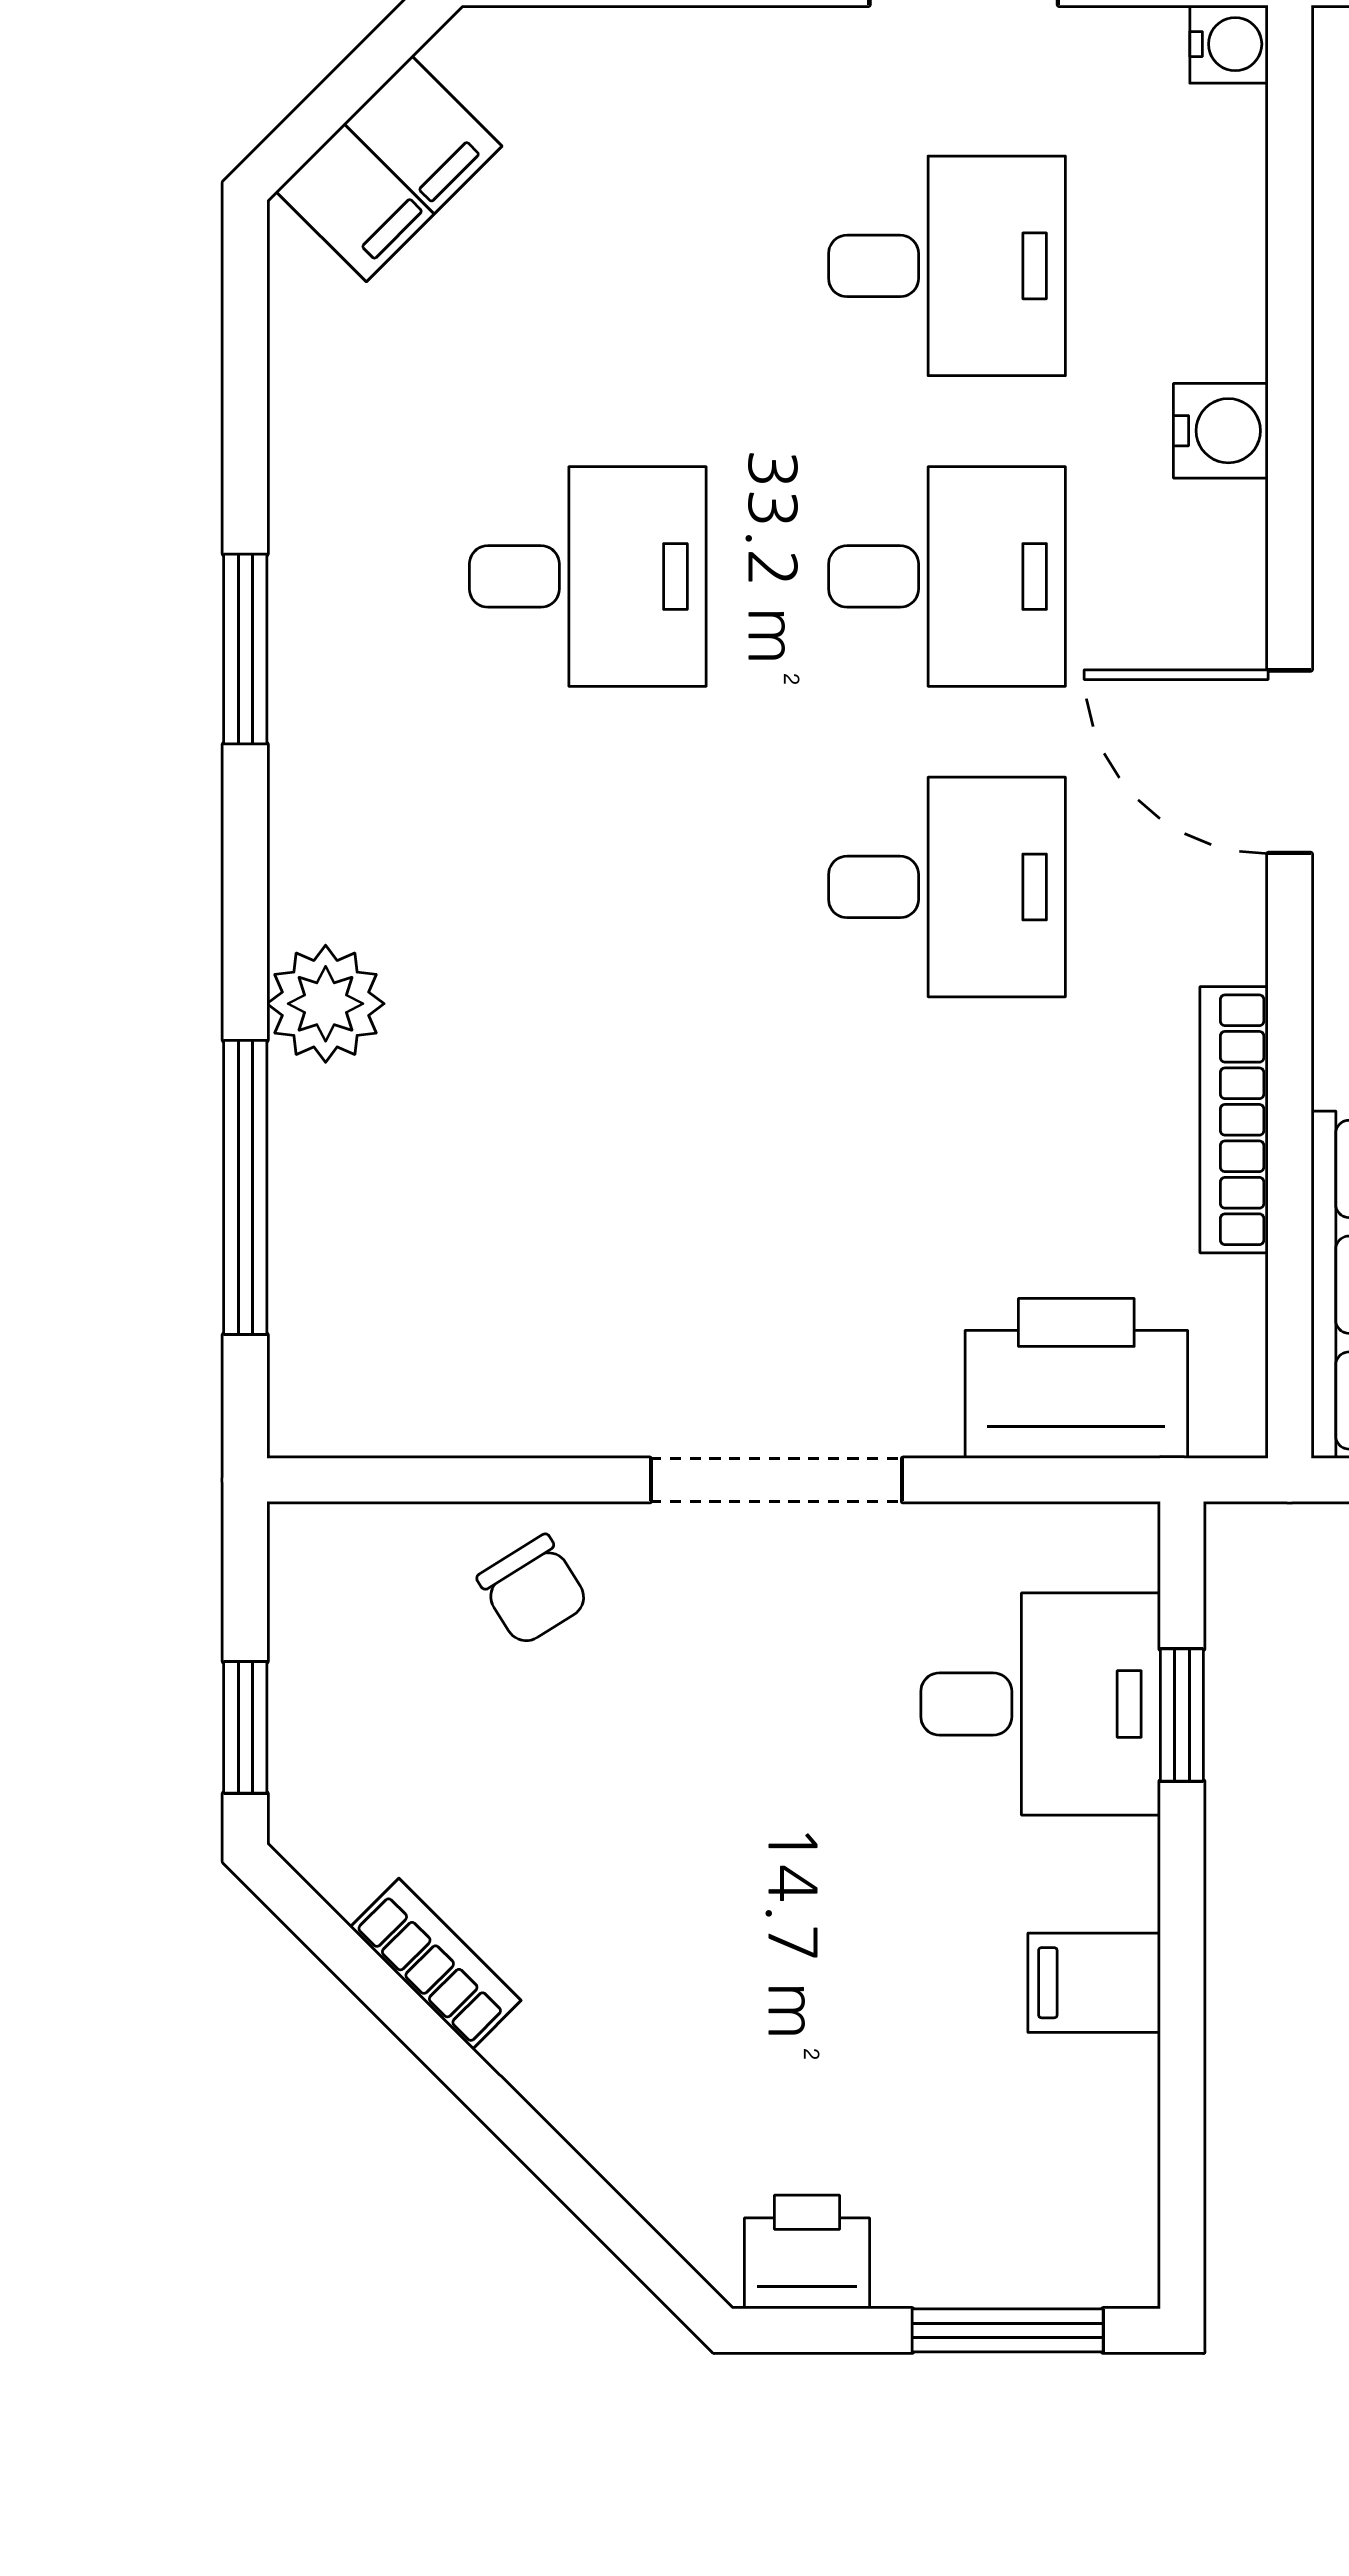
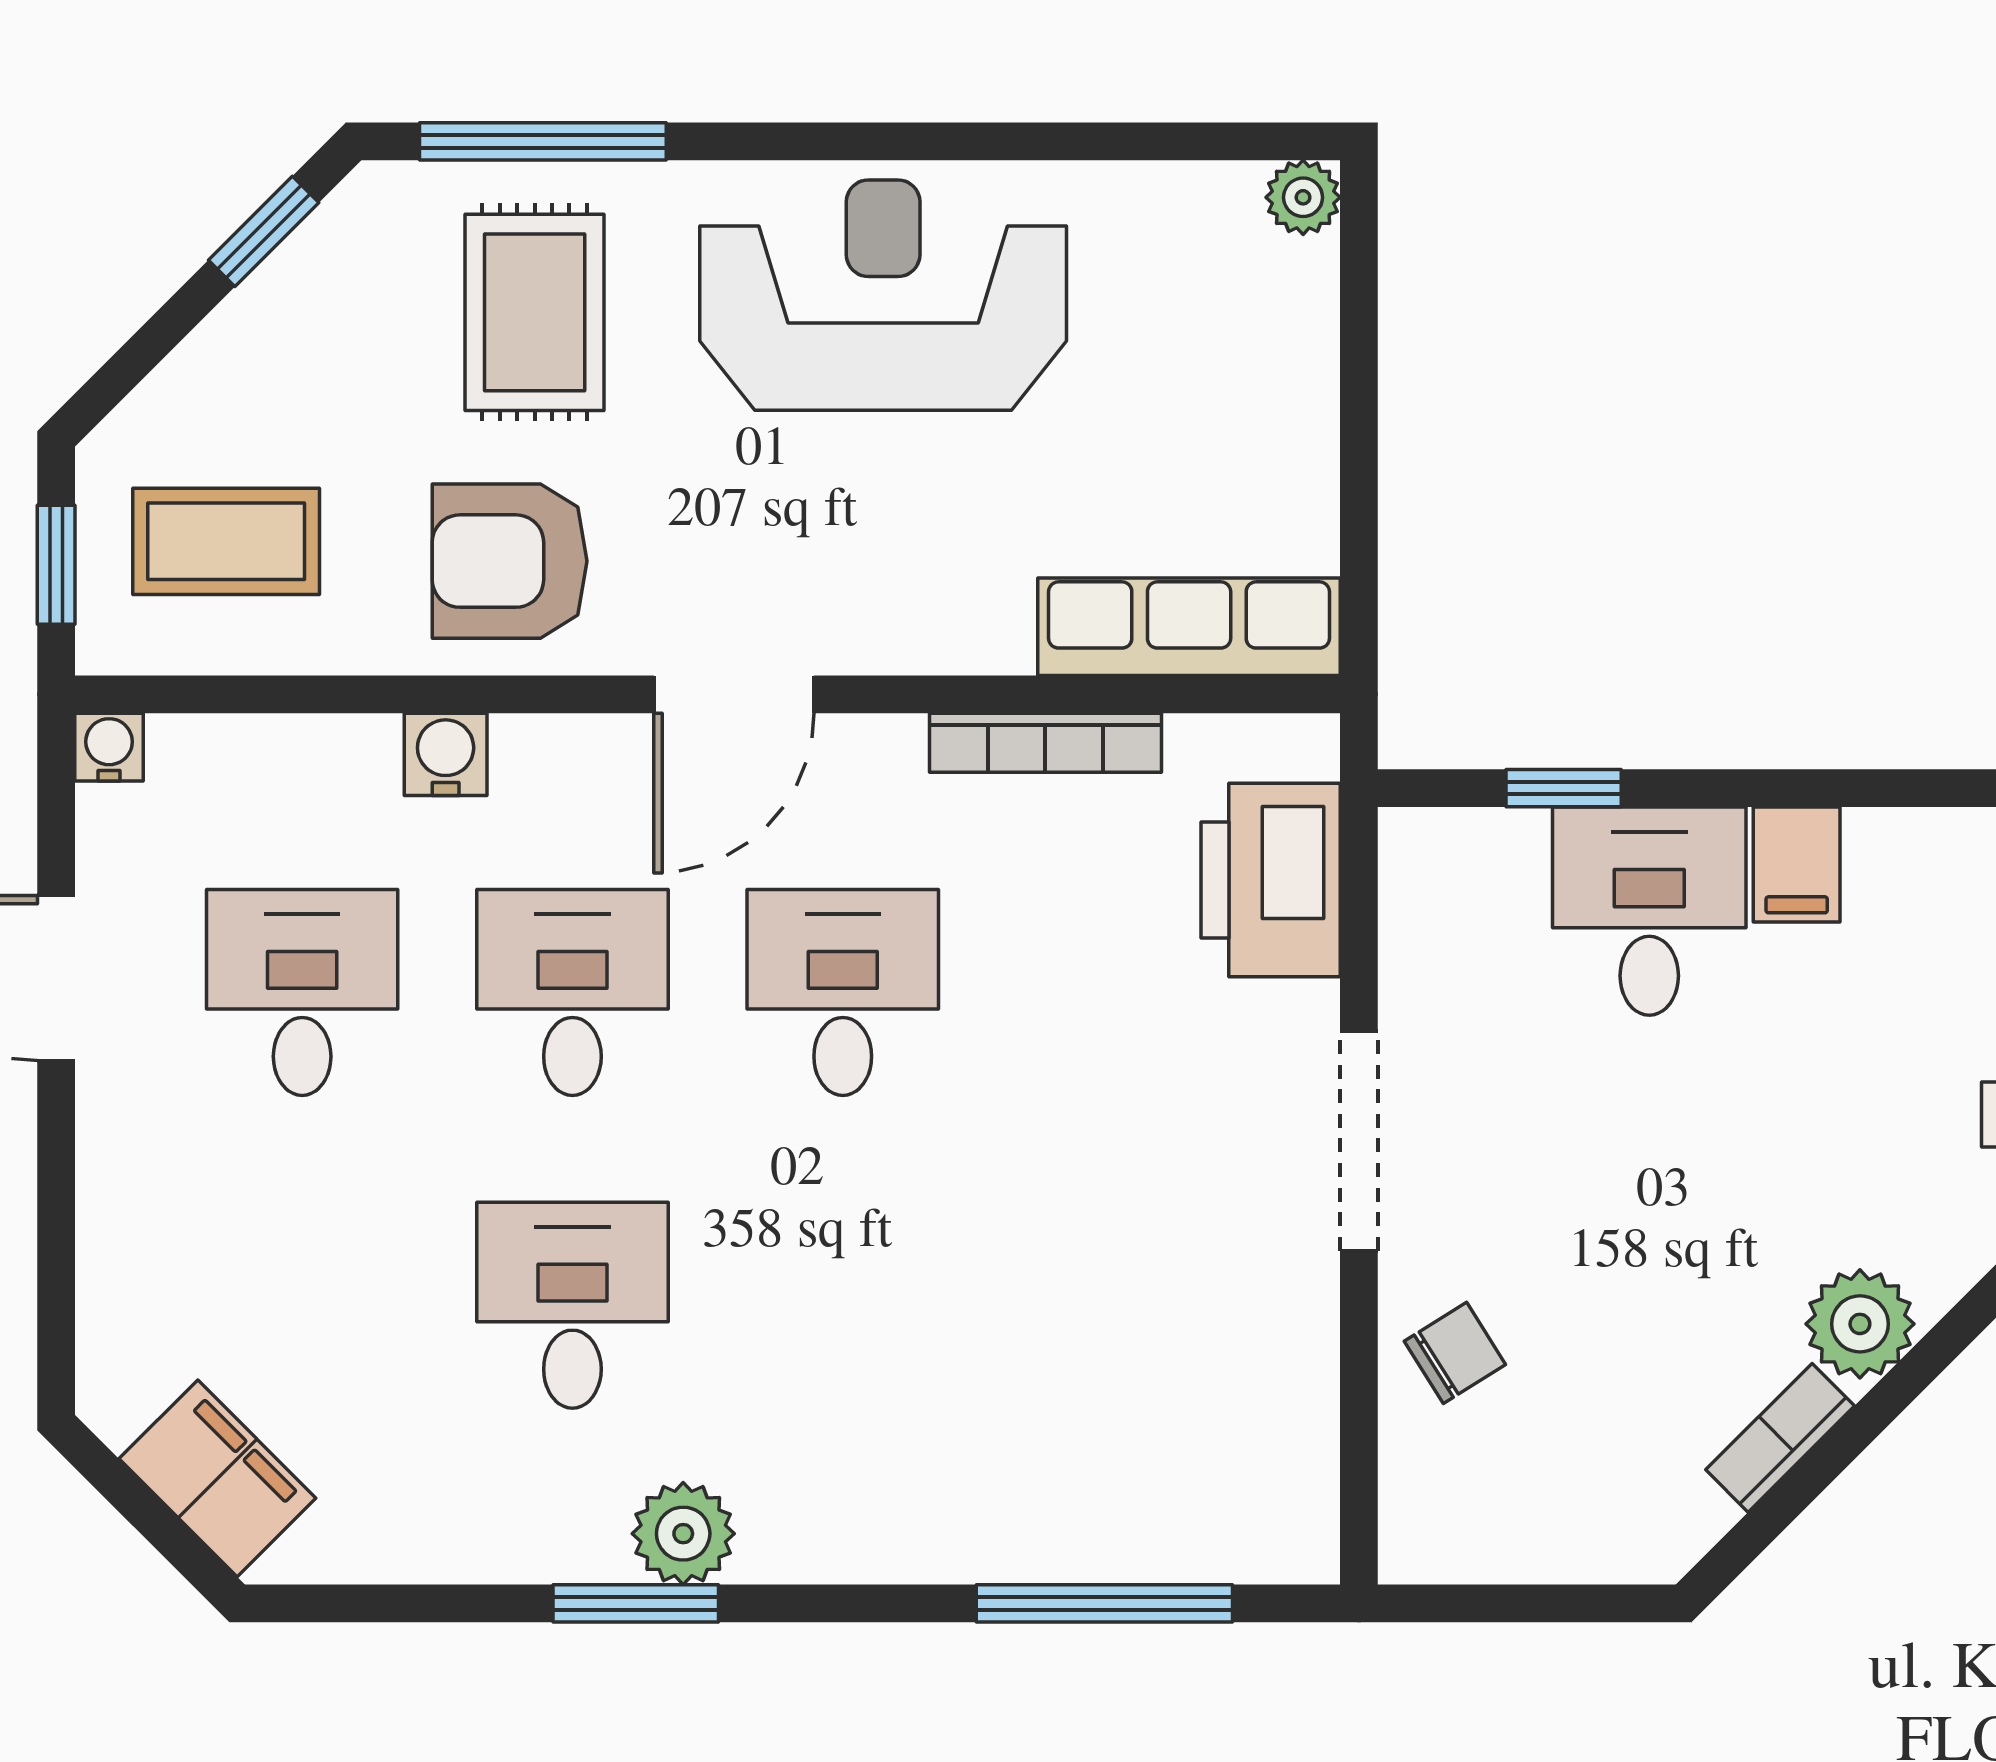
plant: (326, 1004) -> (683, 1534), moved
desk: (1041, 1704) -> (1649, 911), moved
window: (245, 1727) -> (1574, 1603), removed
plant: (566, 2055) -> (1860, 1324), added

